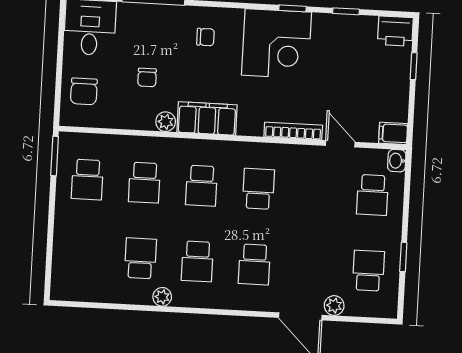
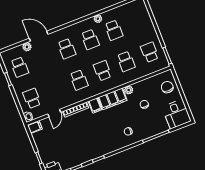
corner desk: (276, 44) -> (98, 142), removed
filing cabinet: (249, 121) -> (95, 105), added
door: (340, 144) -> (54, 113), hinge flipped
school desk: (144, 183) -> (126, 61), turned 180
school desk: (197, 261) -> (90, 39), turned 180
school desk: (254, 264) -> (67, 49), turned 180

